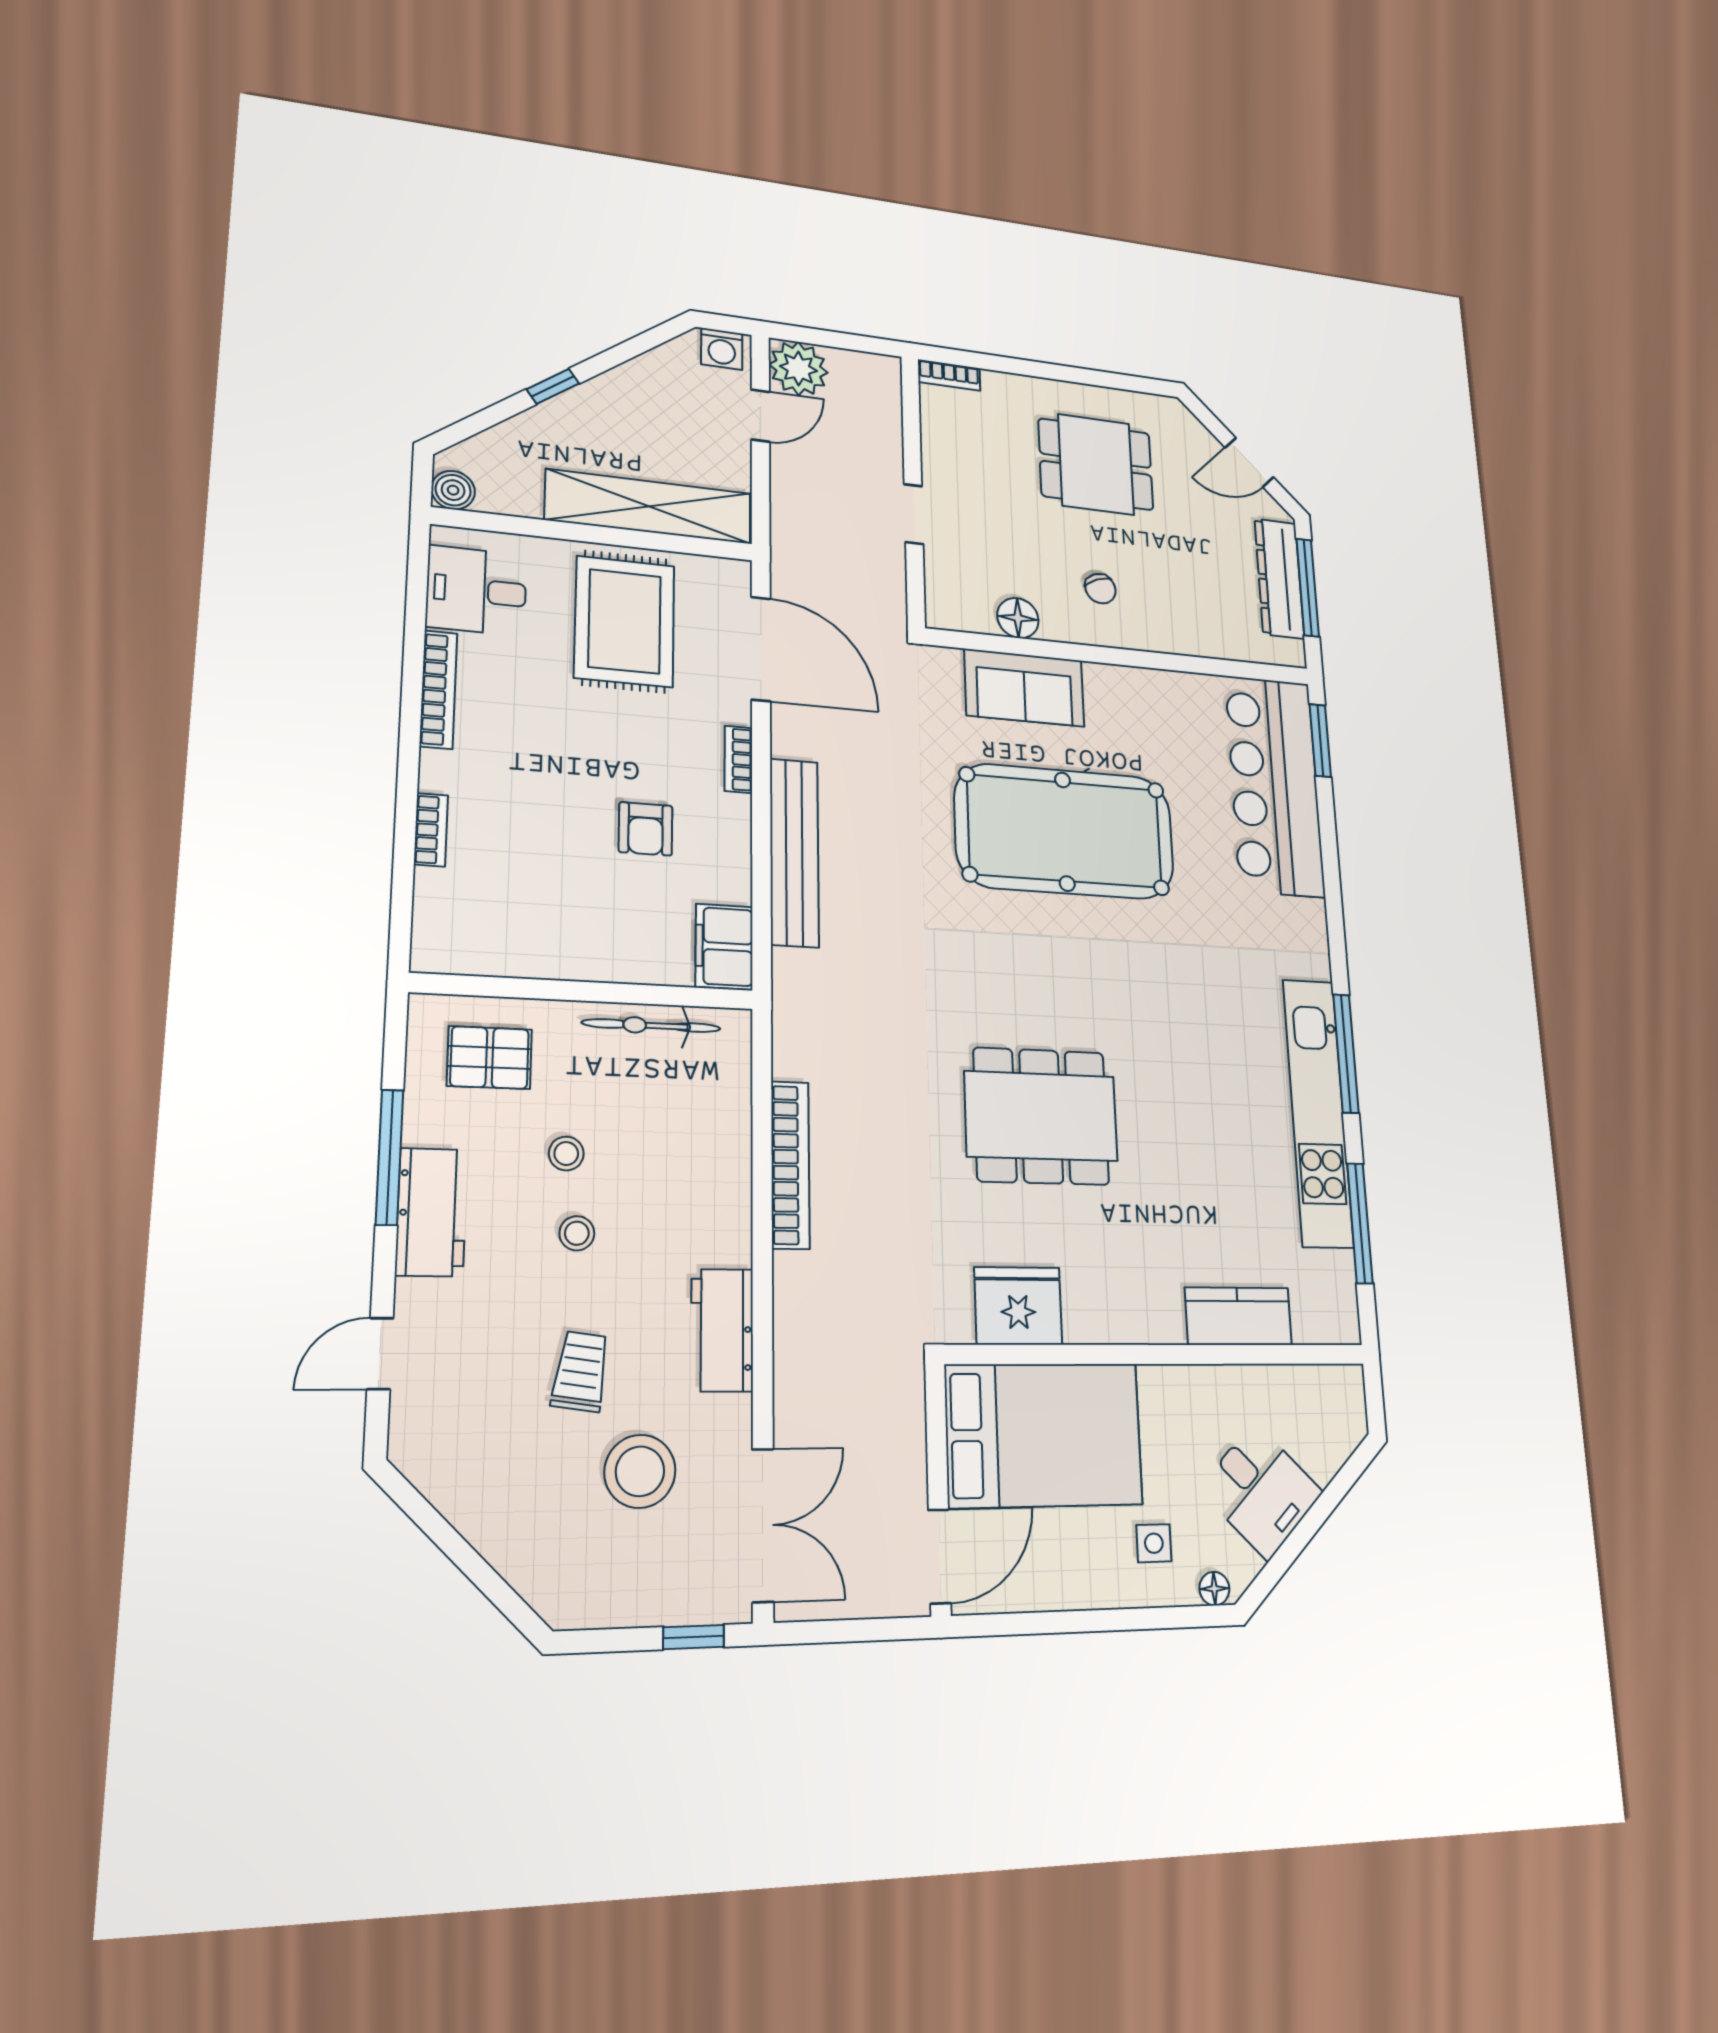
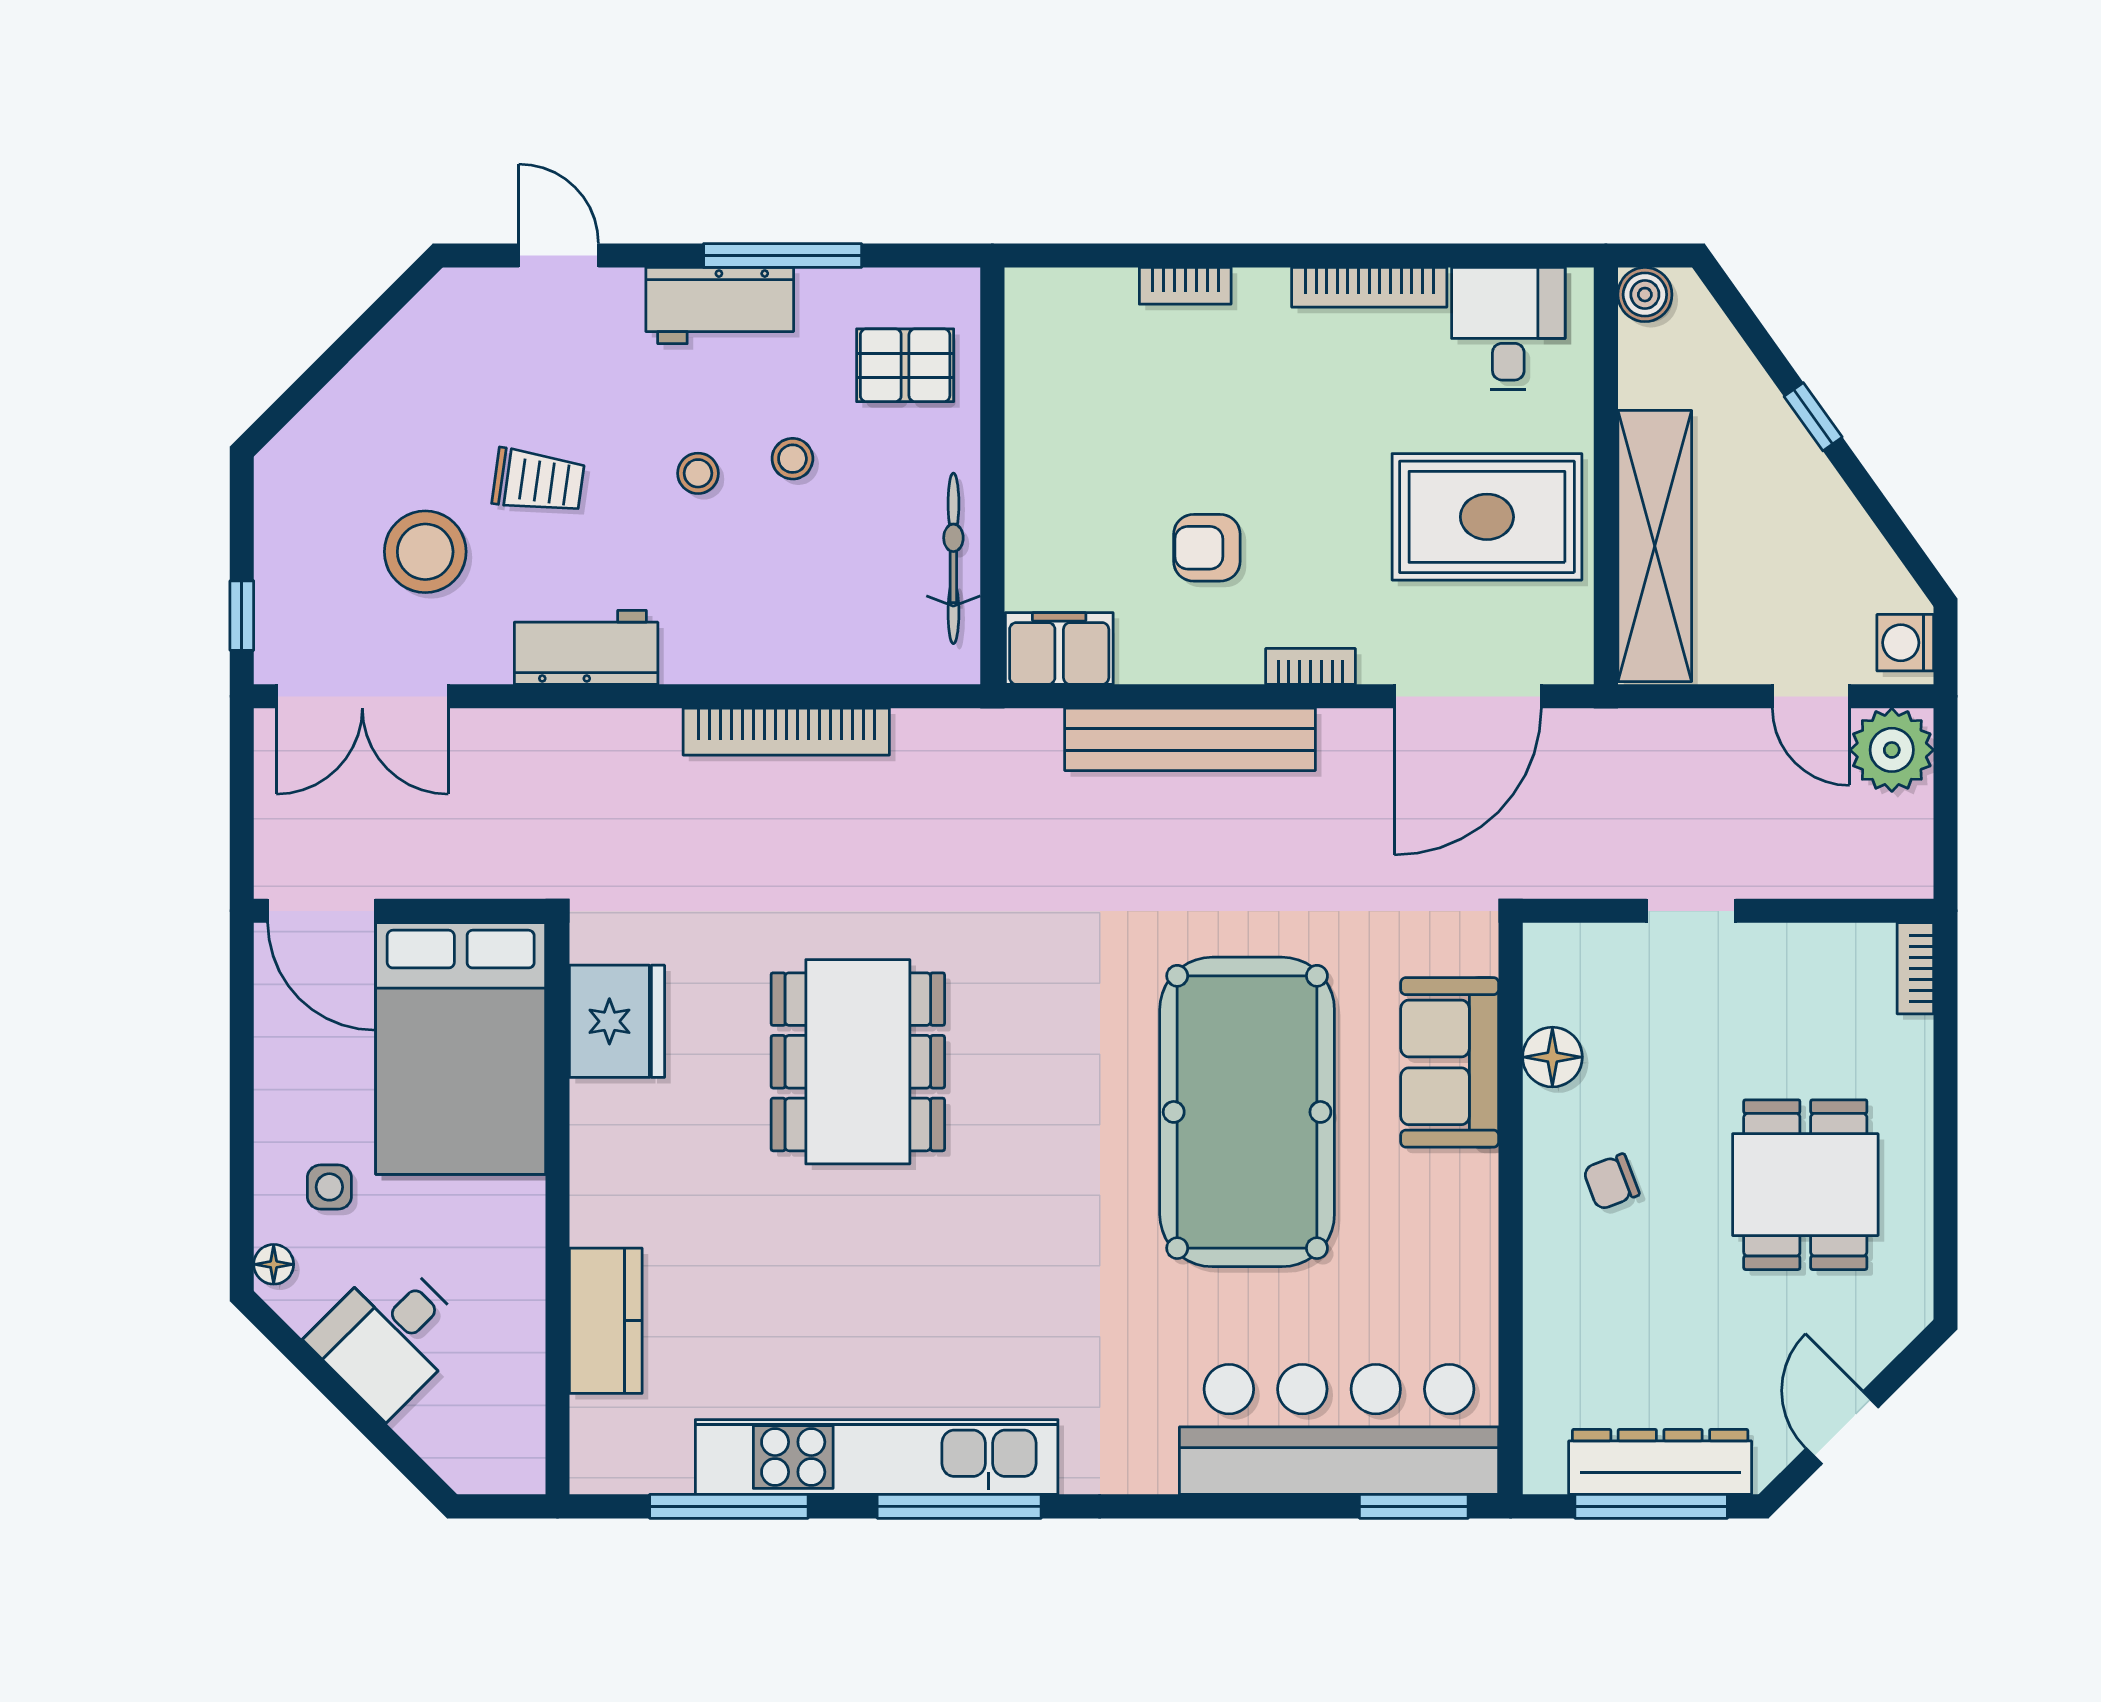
pallet: (490, 1058) -> (905, 365), turned 90

